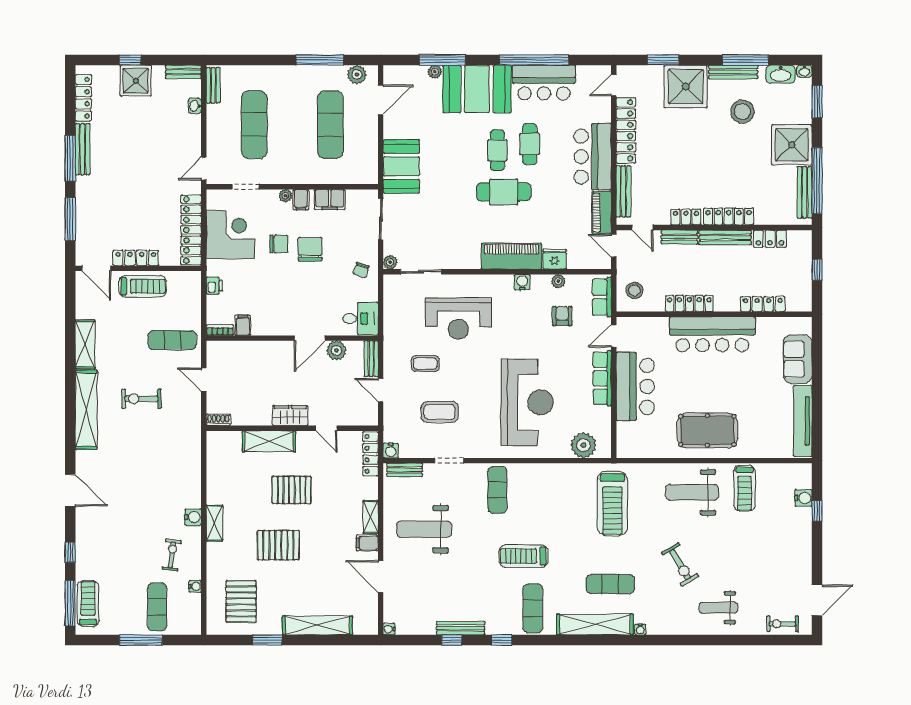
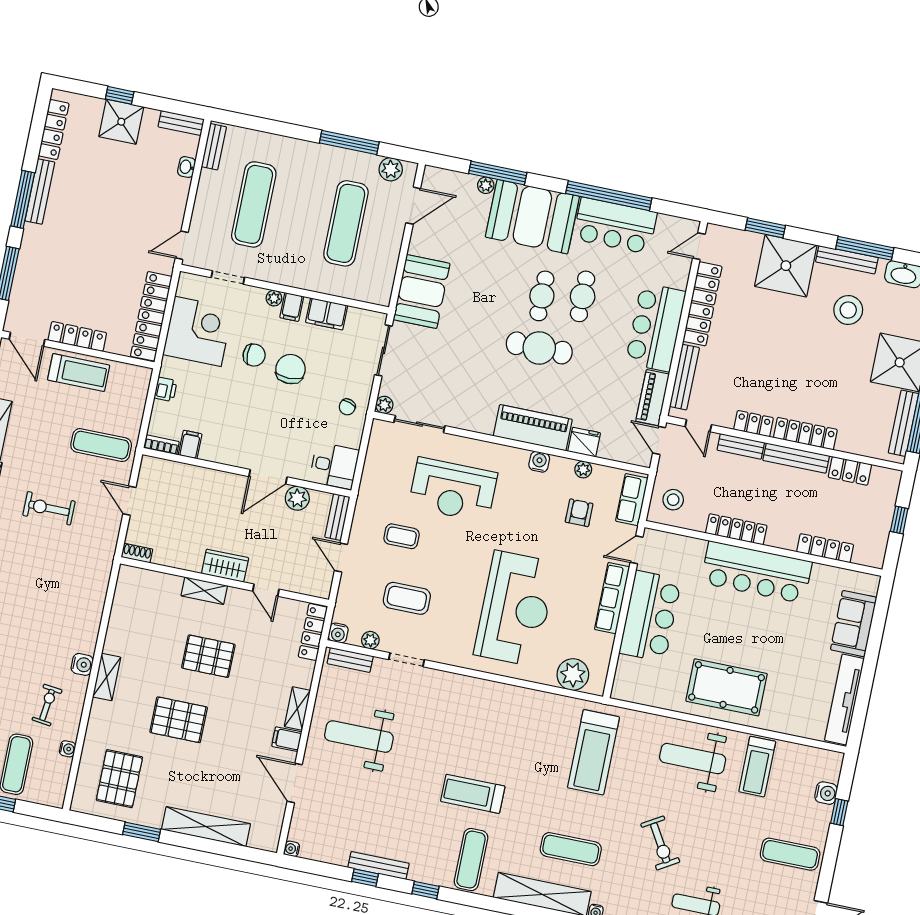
shelving: (269, 441) -> (204, 591), width x0.67, depth x0.75
plant: (417, 451) -> (370, 640), added
exercise mat: (497, 490) -> (790, 854), moved, turned 90

